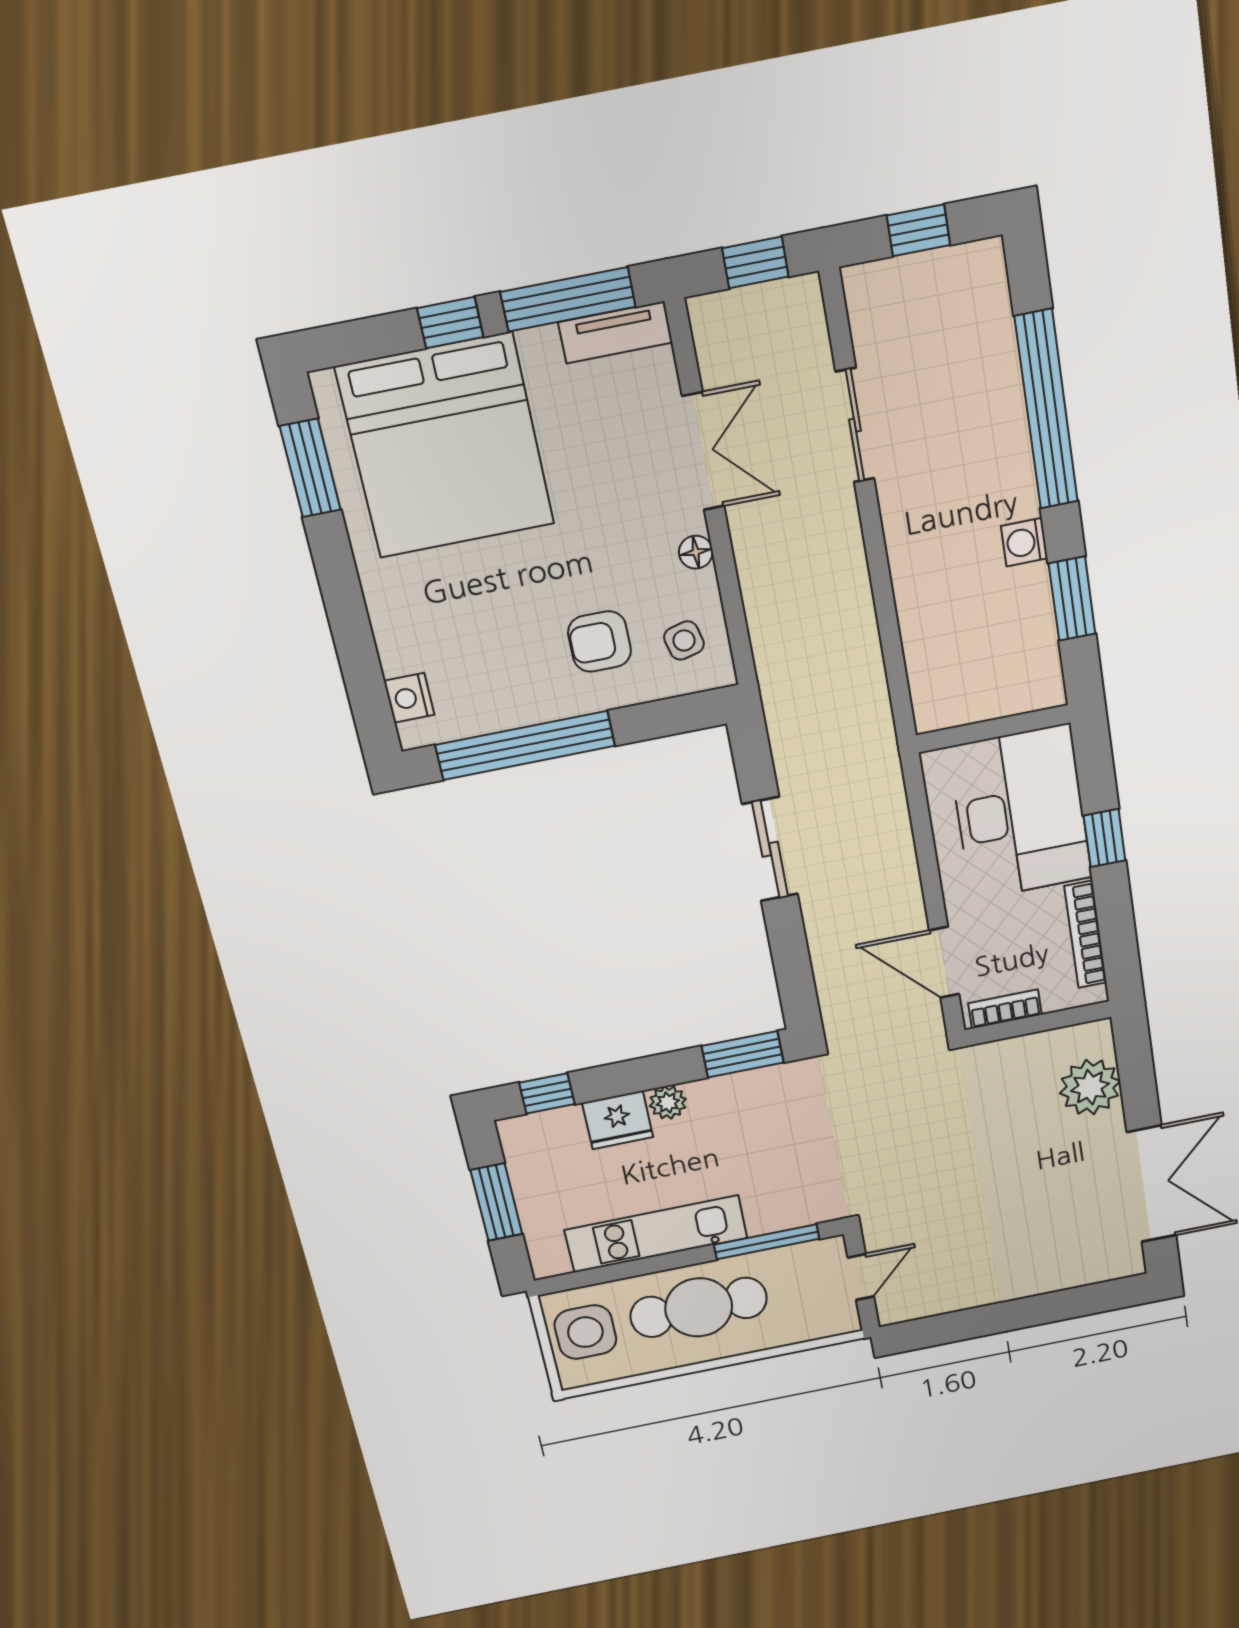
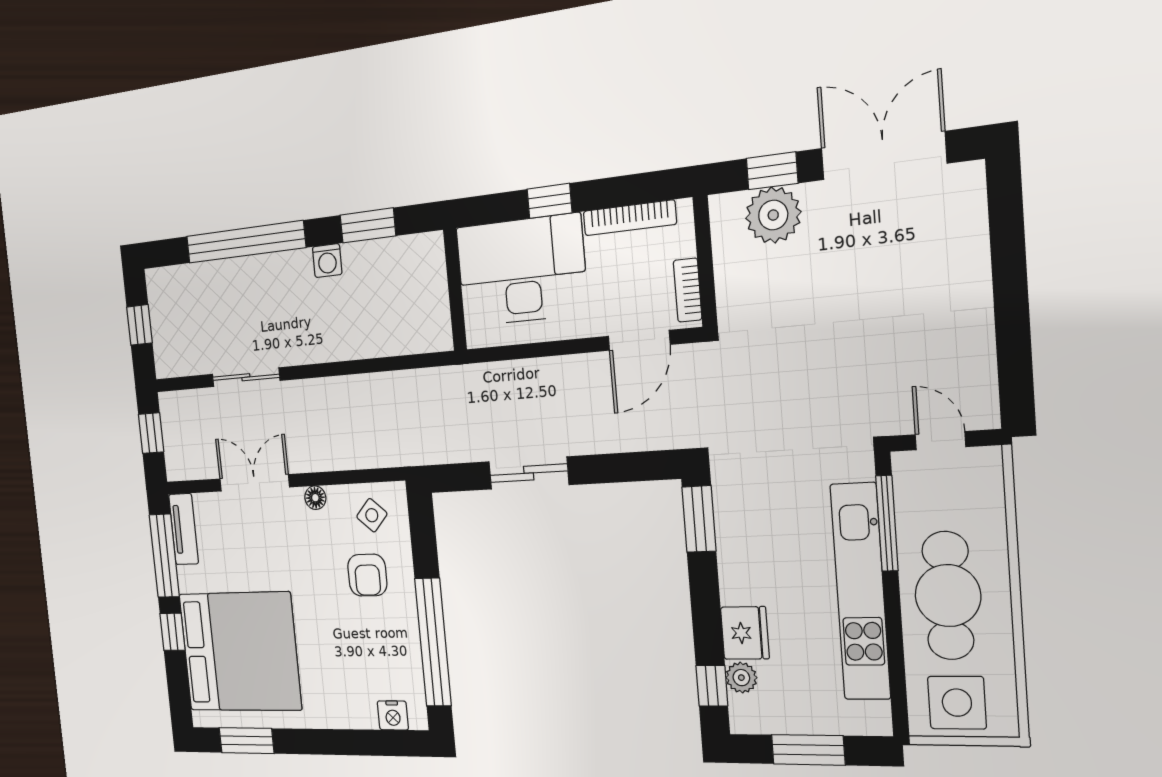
side table: (684, 640) -> (372, 515), turned -34
window: (1137, 1080) -> (772, 171), added
plant: (668, 1103) -> (741, 678), moved
kitchen unit: (656, 1234) -> (860, 592), width x1.36

